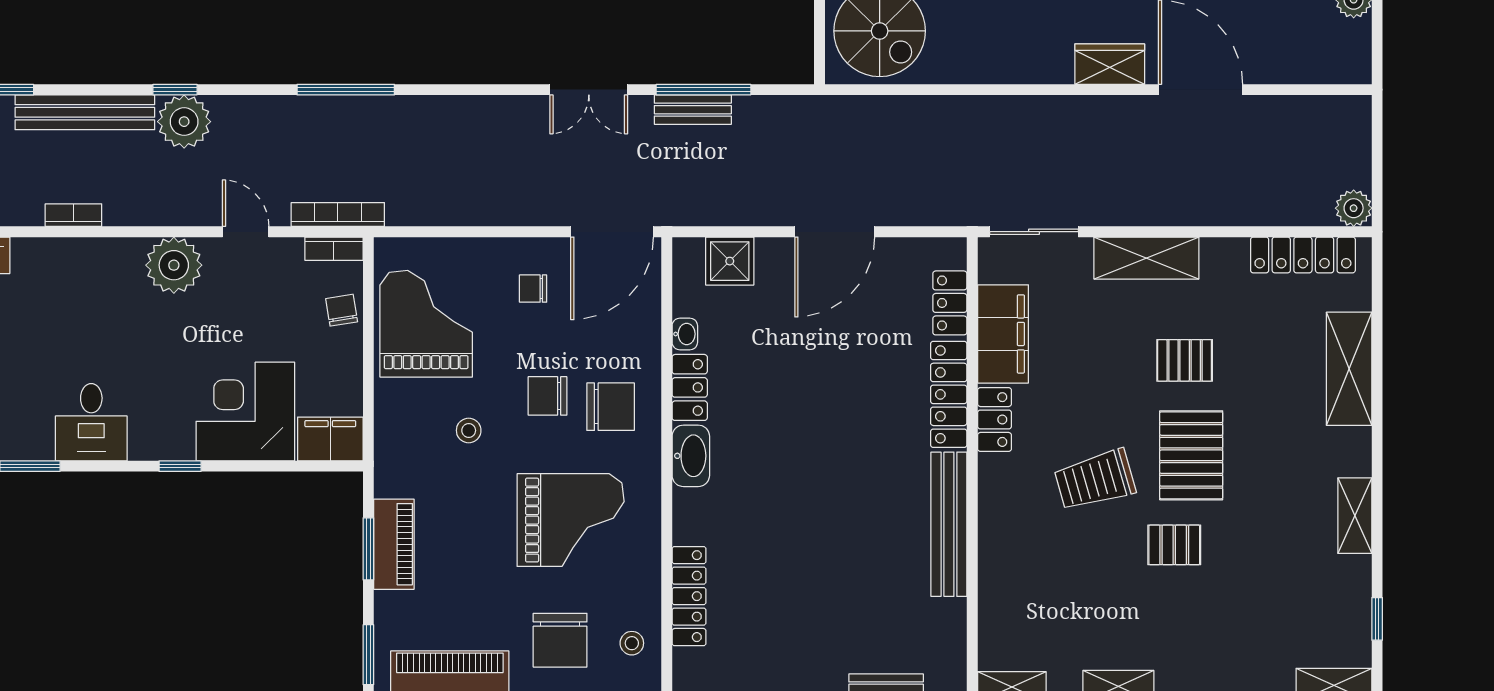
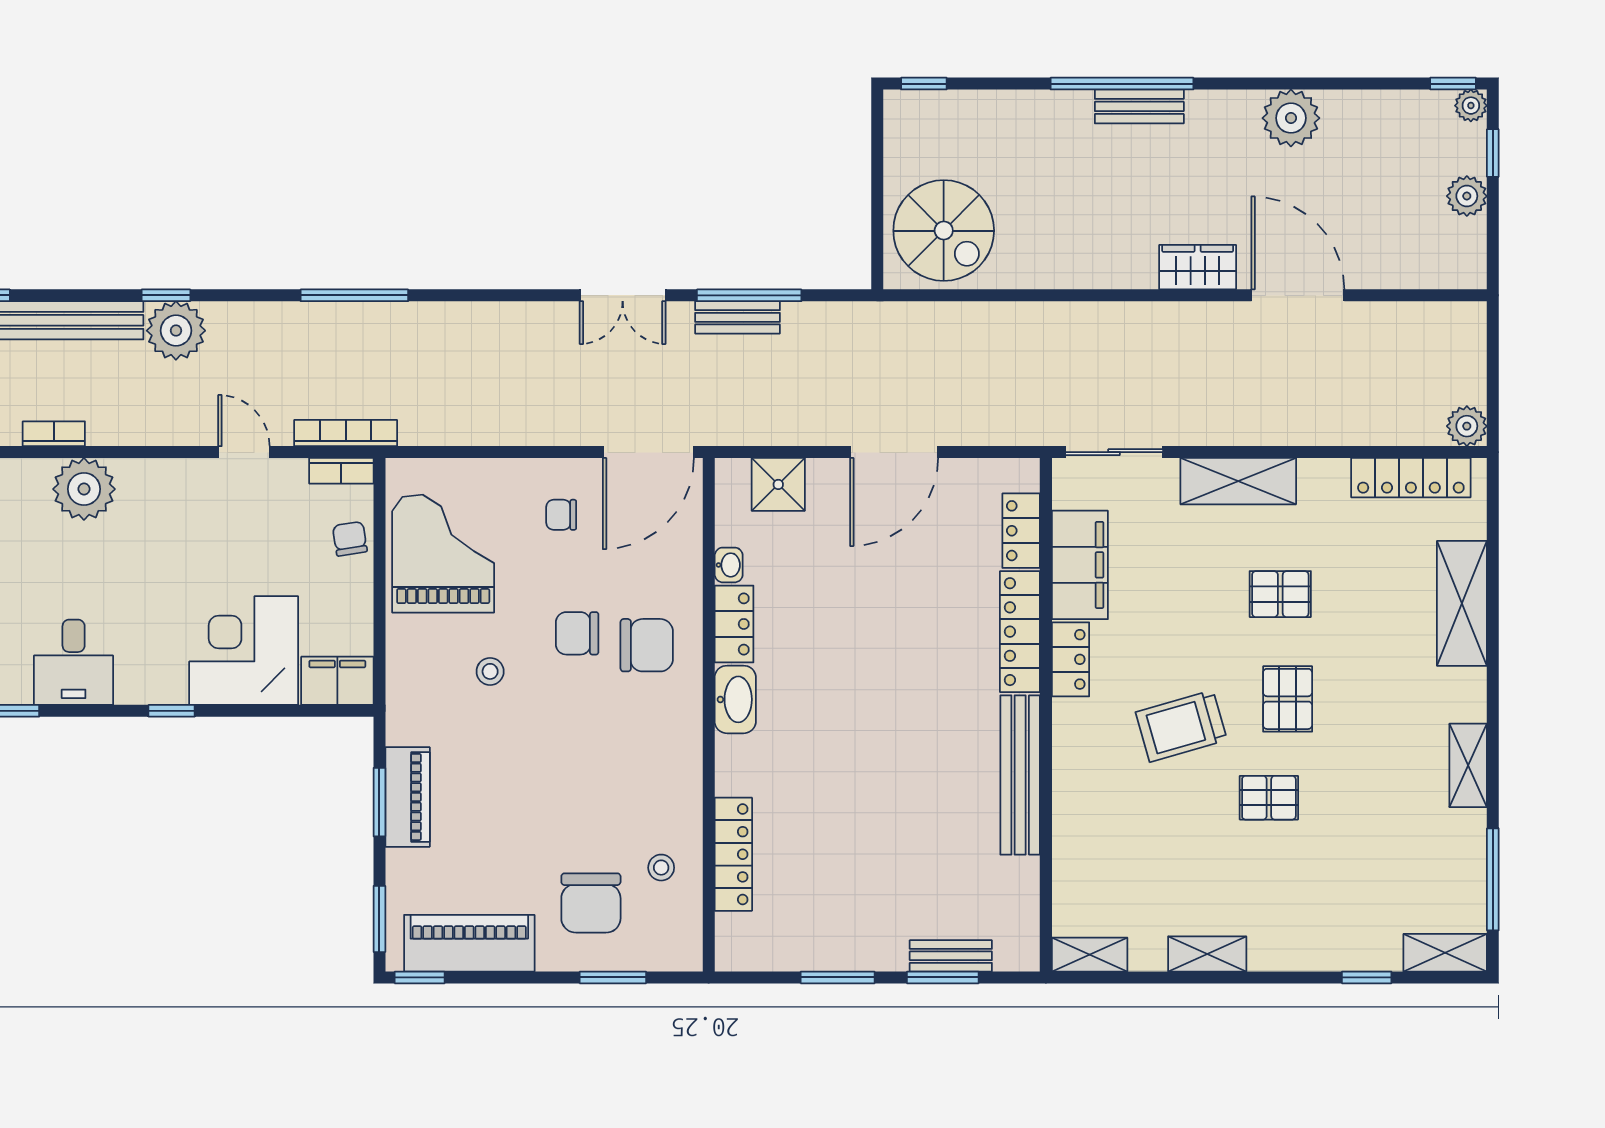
plant: (174, 265) -> (84, 489), moved
pallet: (1191, 455) -> (1288, 699), width x0.67, depth x0.71
grand piano: (571, 520) -> (603, 770), removed
window: (1377, 619) -> (1493, 879), width x2.17
stool: (632, 643) -> (661, 868), moved

